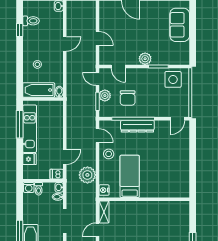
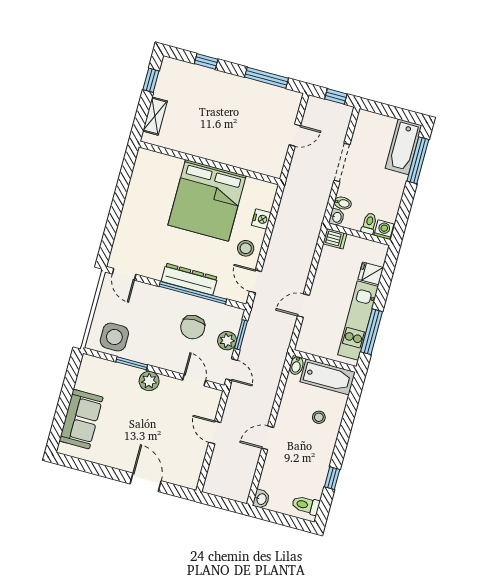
toilet: (31, 21) -> (306, 505), moved
chair: (128, 98) -> (193, 327), turned 180
door: (177, 119) -> (124, 274), swing flipped
door: (65, 157) -> (303, 306), moved
plant: (87, 175) -> (288, 225), removed
bed: (130, 176) -> (207, 200), width x2.04
nightstand: (104, 190) -> (261, 219), moved
shelving: (104, 212) -> (155, 116), moved

